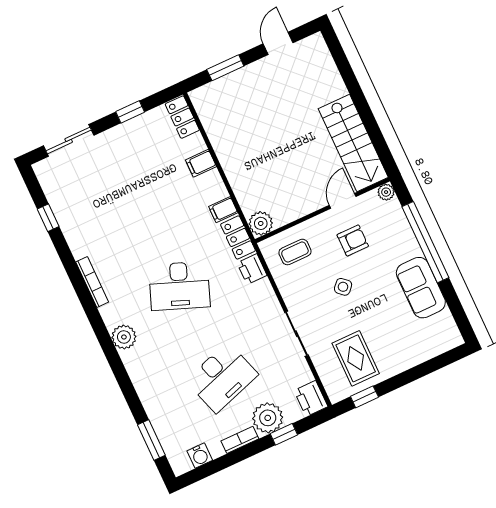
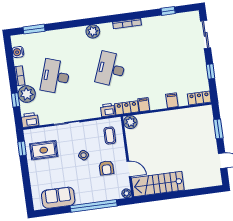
sofa: (421, 288) -> (58, 198), moved
desk: (222, 378) -> (55, 76), turned 36

